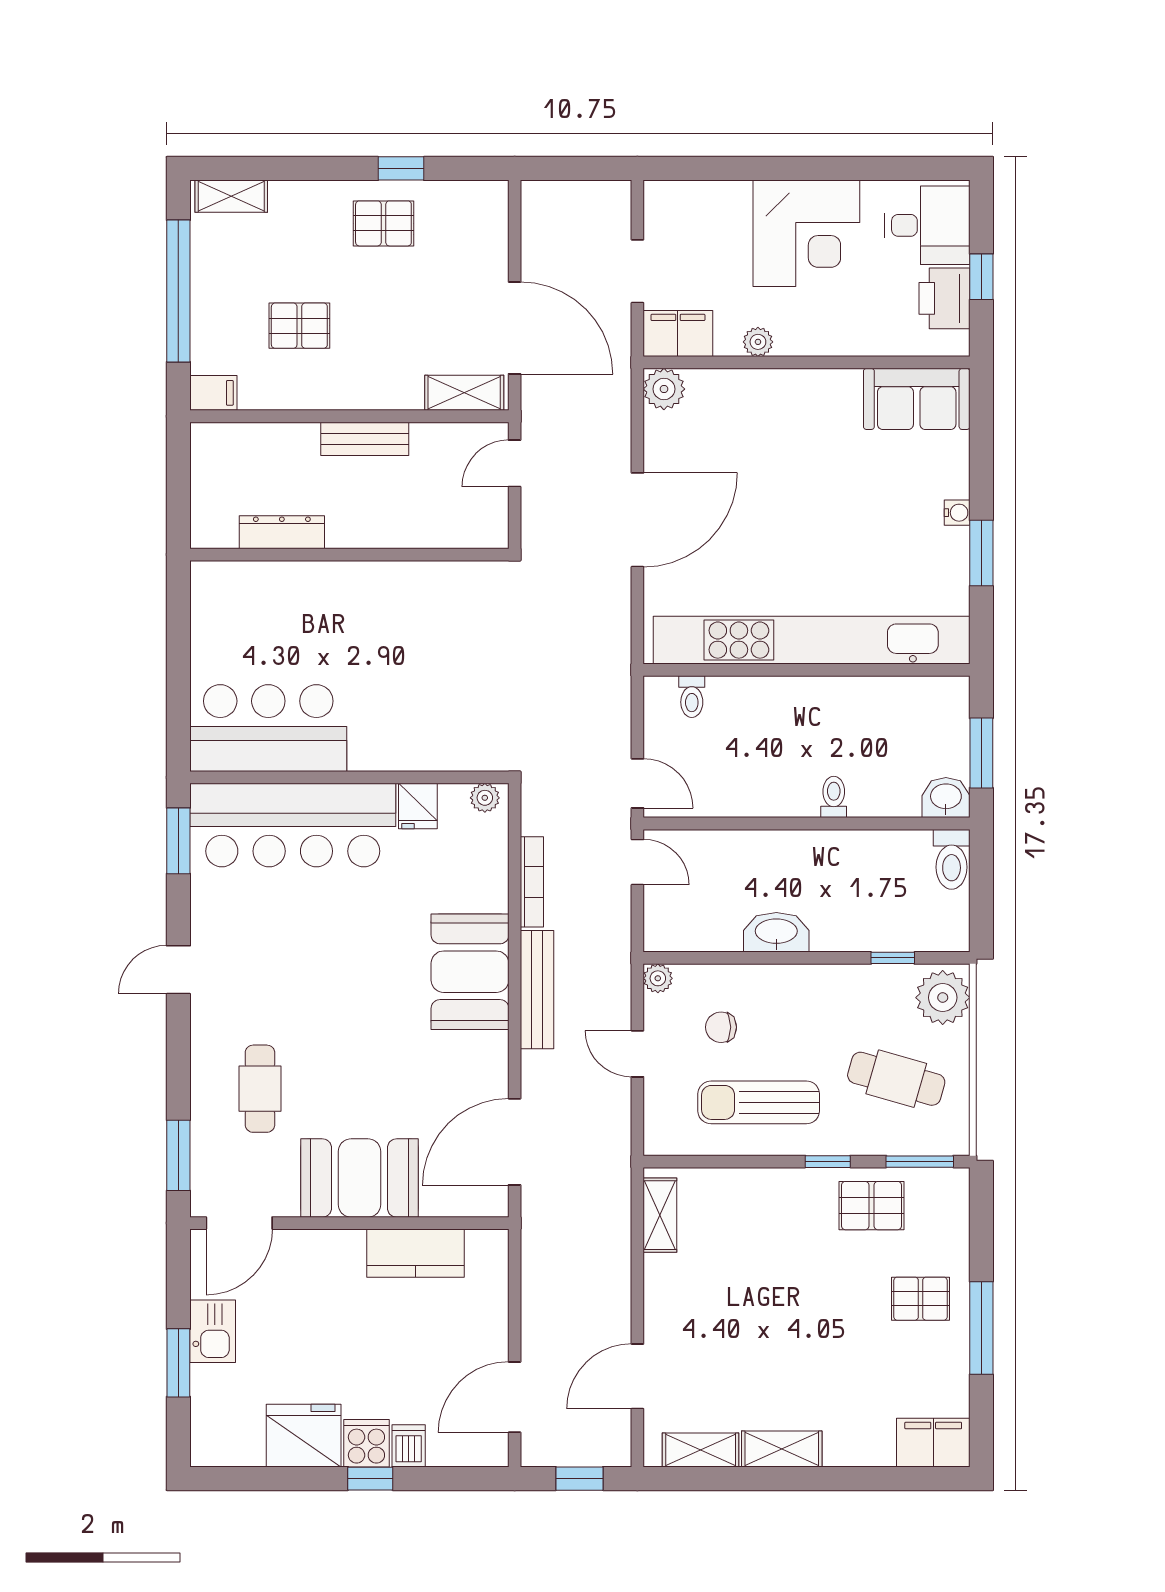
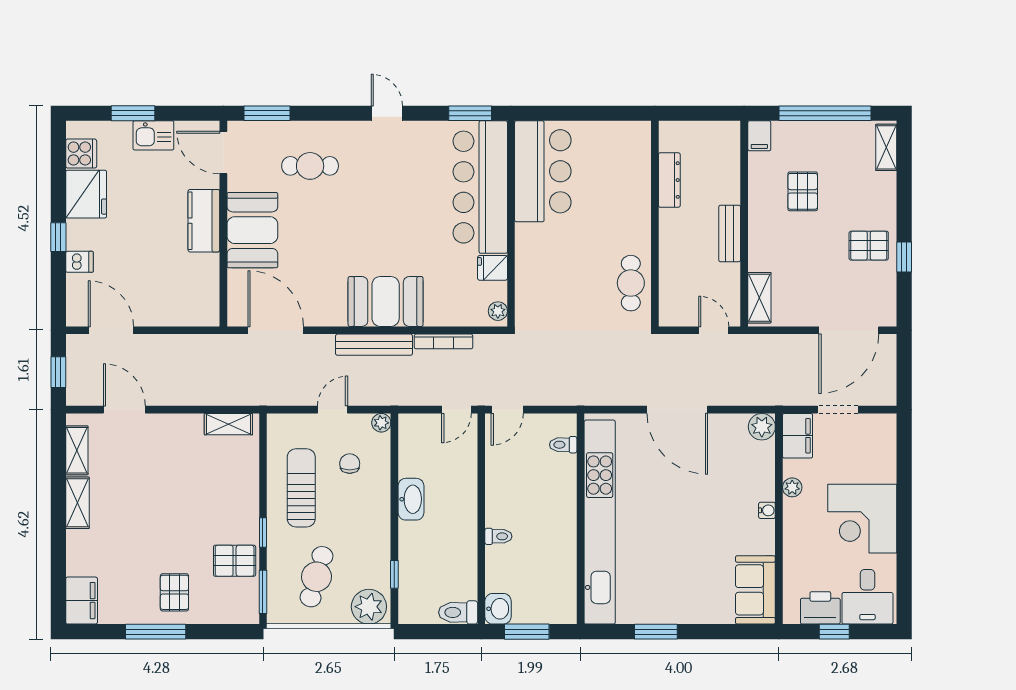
pallet: (383, 223) -> (869, 246), turned 90
door: (515, 328) -> (849, 330), moved
water cooler: (957, 513) -> (767, 510), moved, turned -90
cafe table: (441, 592) -> (631, 283), added
pallet: (872, 1206) -> (235, 561), turned 90
kitchen counter: (416, 1253) -> (204, 221), moved
cooker: (366, 1443) -> (81, 154), moved

